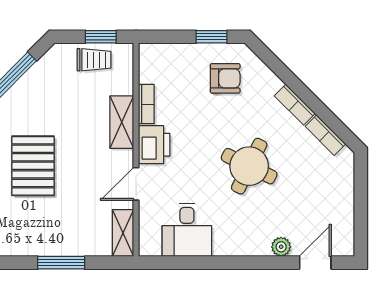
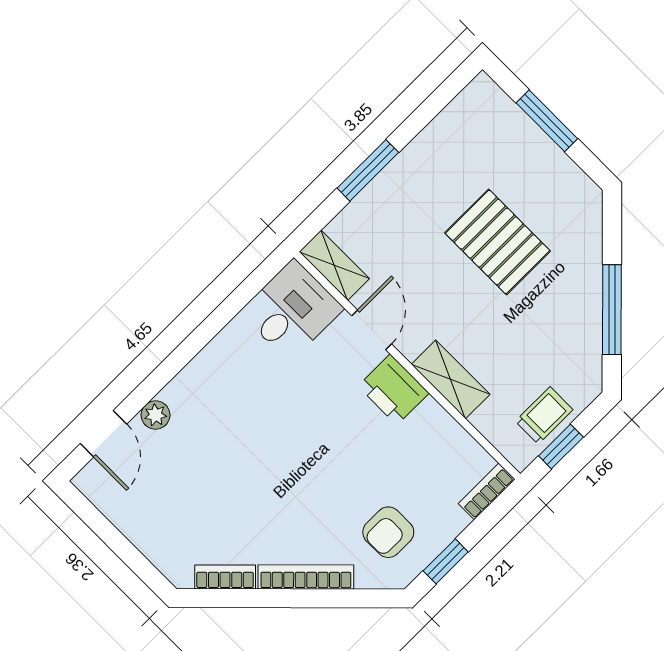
trolley: (94, 60) -> (544, 416), turned 180
bookcase: (146, 104) -> (487, 491), moved, turned 90
bookcase: (295, 105) -> (306, 577), width x1.56
round table: (249, 166) -> (272, 466), removed
desk: (187, 230) -> (292, 310), moved, turned 90

